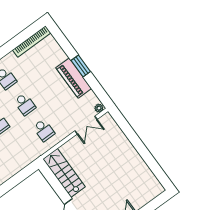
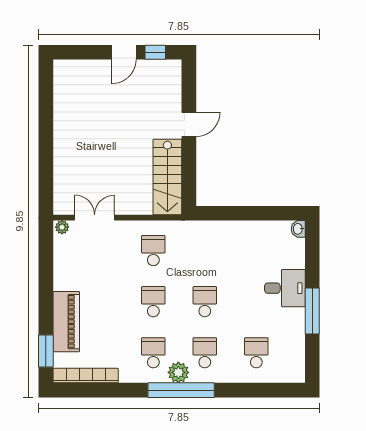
window: (81, 66) -> (46, 351), moved
piano: (74, 78) -> (66, 322), moved

